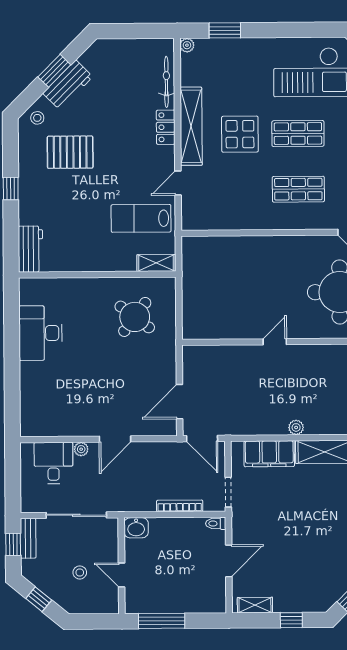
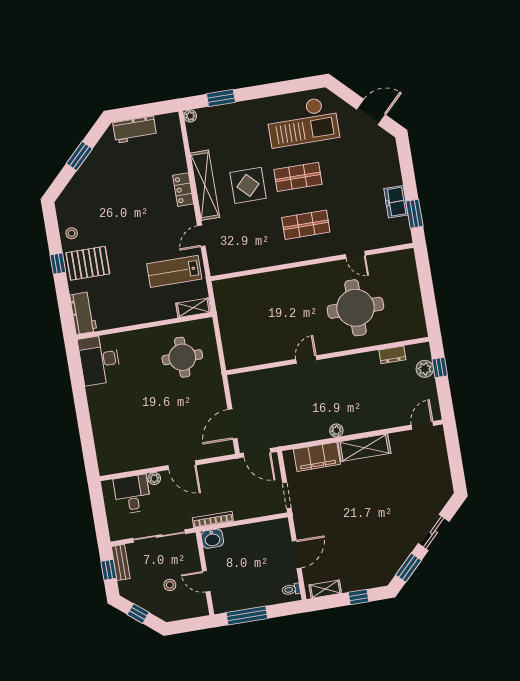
bicycle: (166, 82) -> (178, 150), removed
workbench: (68, 85) -> (135, 130), moved, turned 45
stool: (37, 118) -> (72, 233), moved
pallet: (70, 152) -> (88, 263), moved
round table: (135, 317) -> (182, 357), turned -37
desk: (41, 333) -> (99, 360), moved
door: (115, 439) -> (182, 465), hinge flipped
bookcase: (180, 506) -> (213, 519), moved
toilet: (216, 523) -> (291, 589), moved

